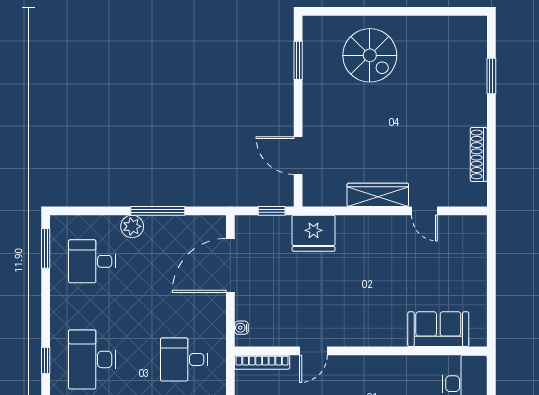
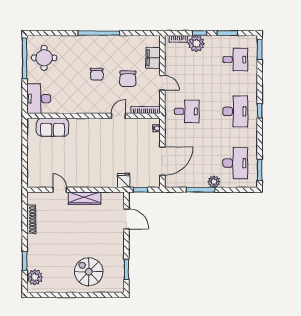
plant: (472, 45) -> (35, 277), added
fridge: (314, 233) -> (124, 180), width x0.53, depth x0.75
desk: (92, 261) -> (235, 163), width x1.37

